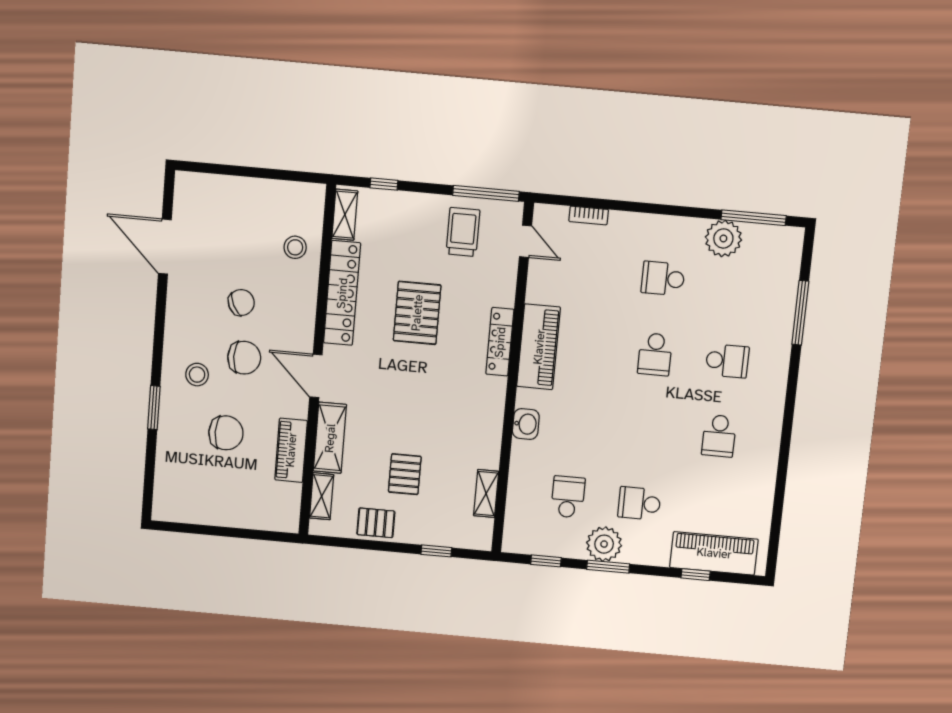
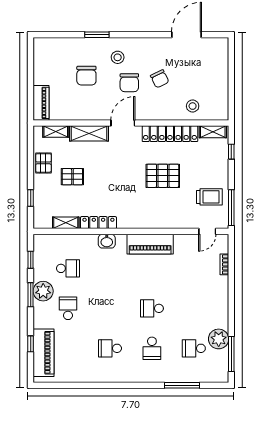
school desk: (663, 278) -> (194, 348), moved, turned -90
locker: (500, 342) -> (98, 223), moved
piano: (291, 450) -> (41, 103), moved, turned 90

